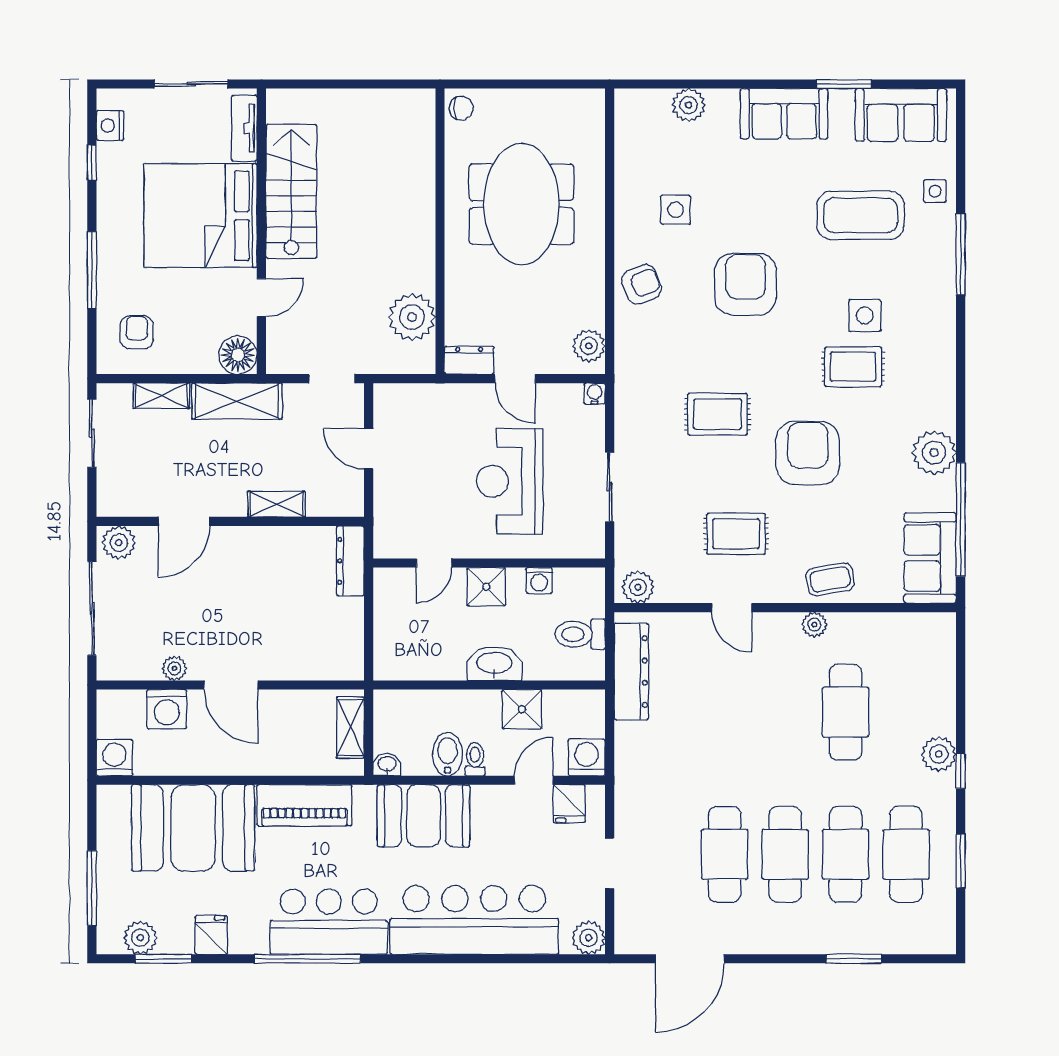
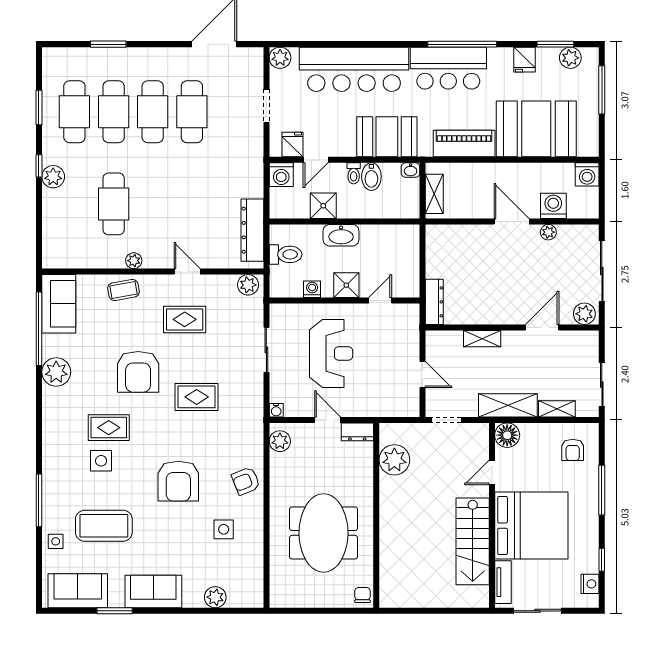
chair: (461, 108) -> (363, 595), turned 90

